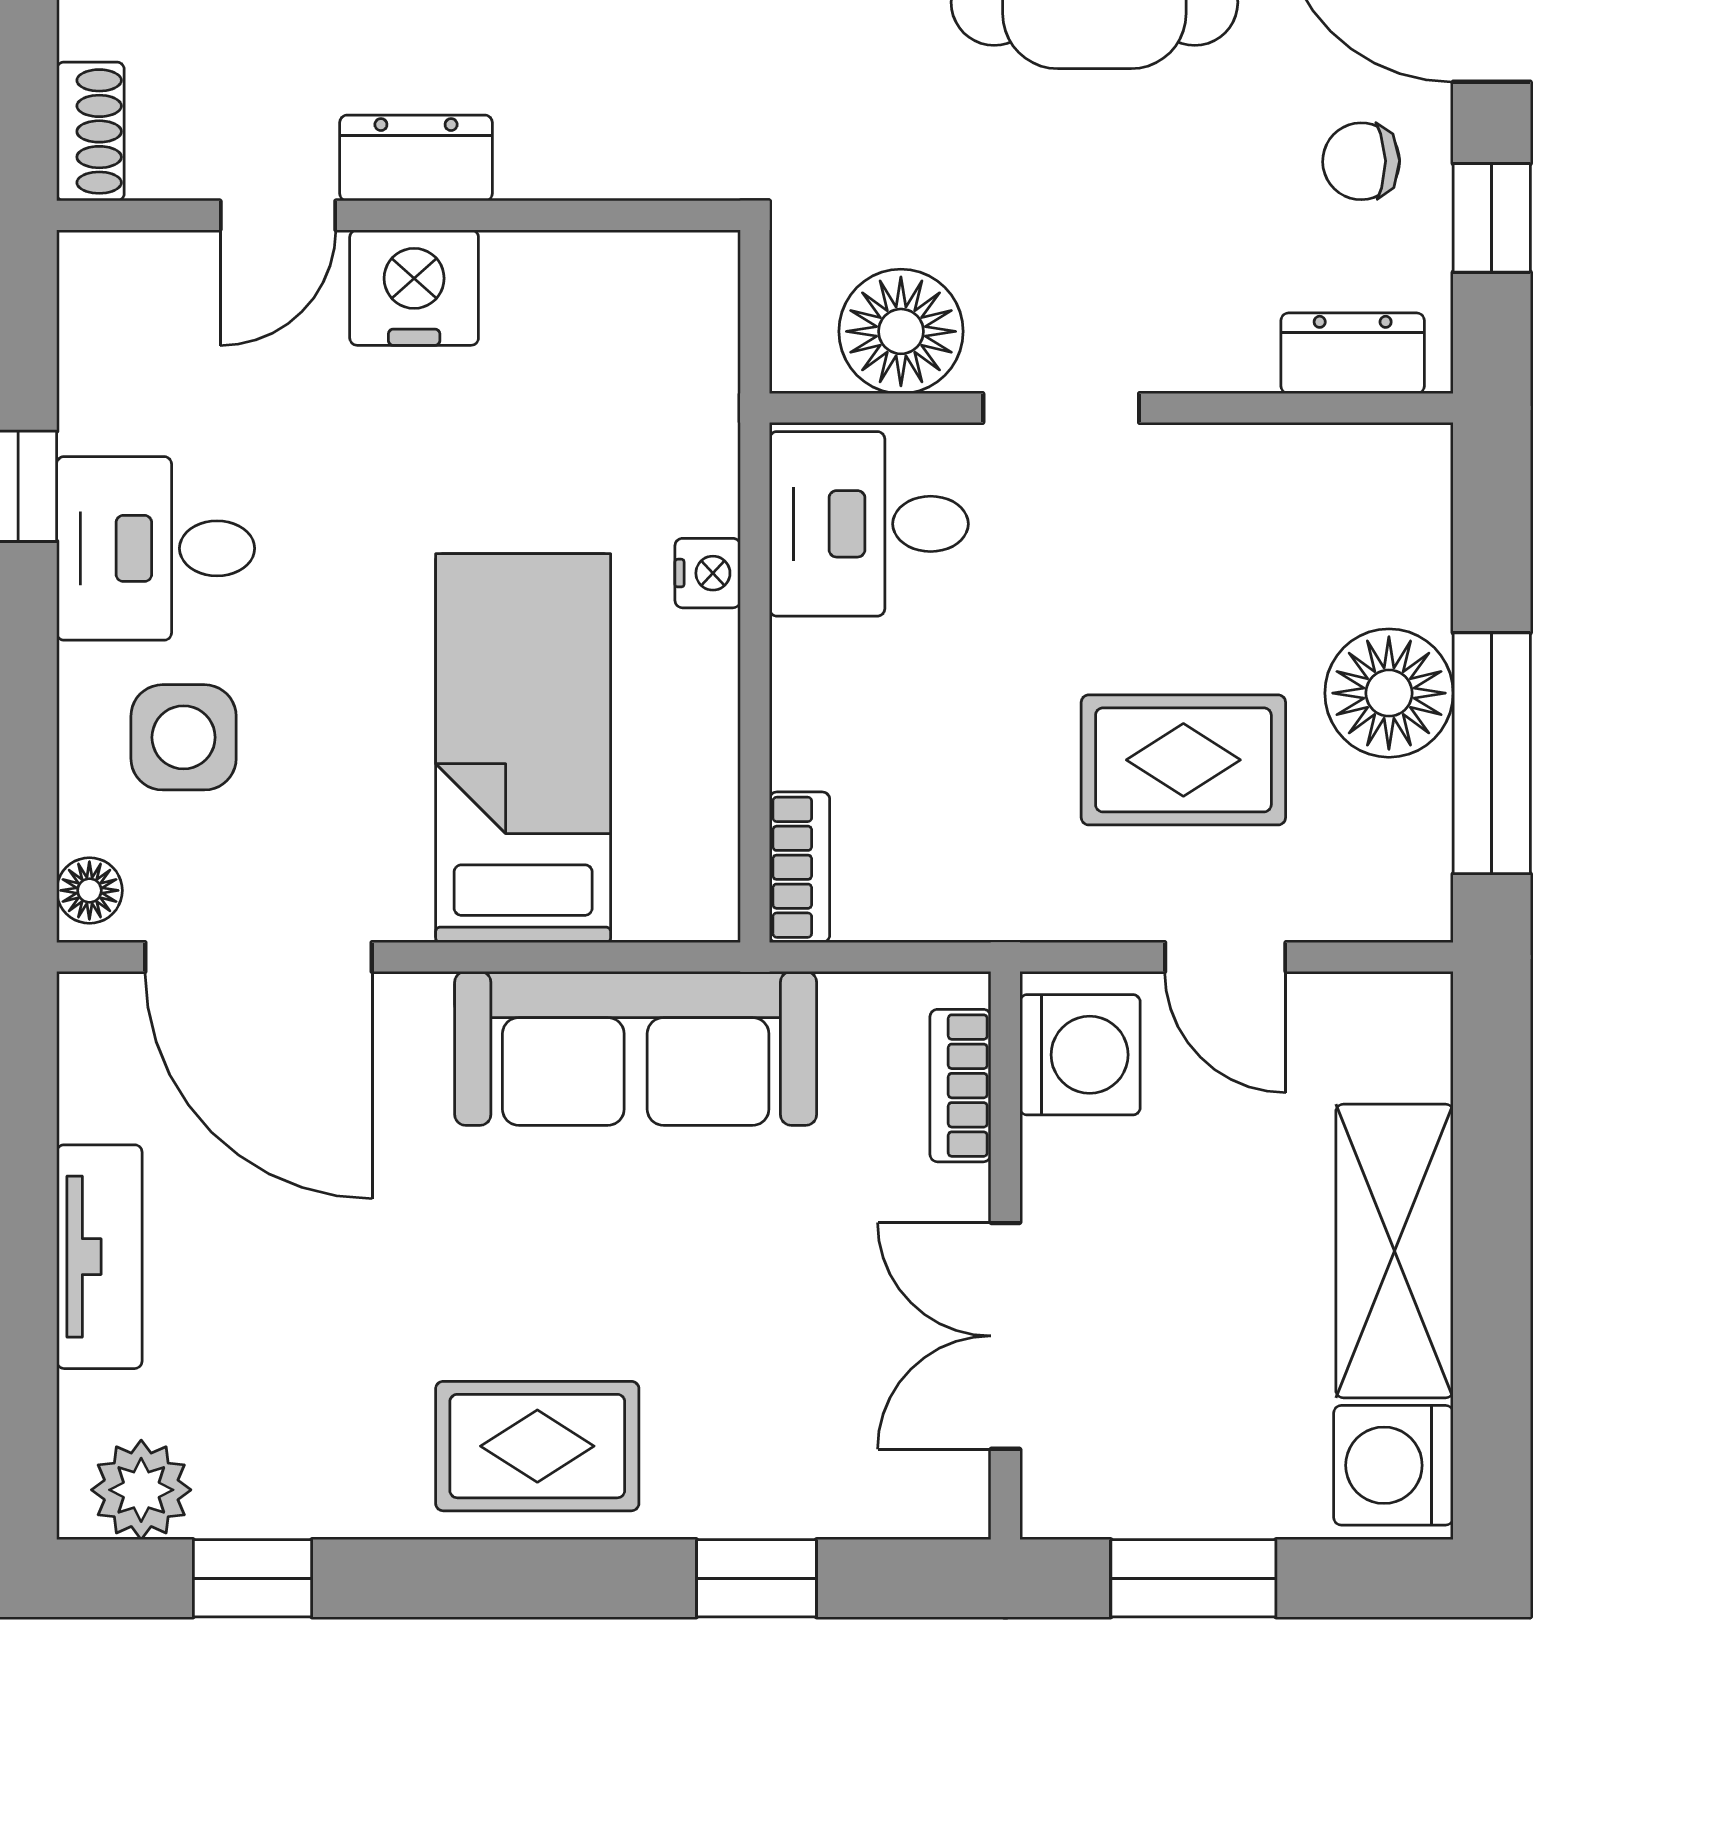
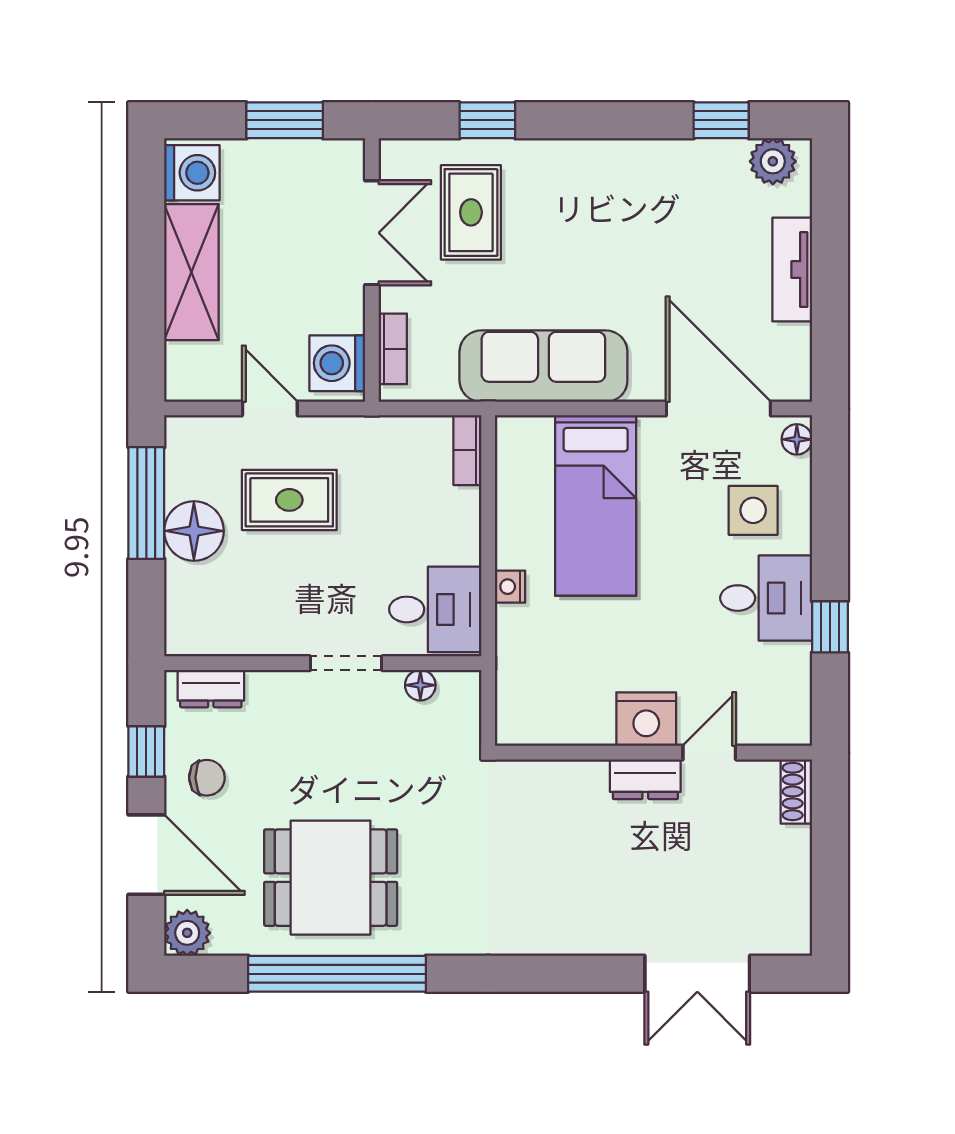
floor lamp: (901, 331) -> (420, 685), width x0.53, depth x0.53
rug: (537, 1446) -> (471, 212), moved, turned 90

